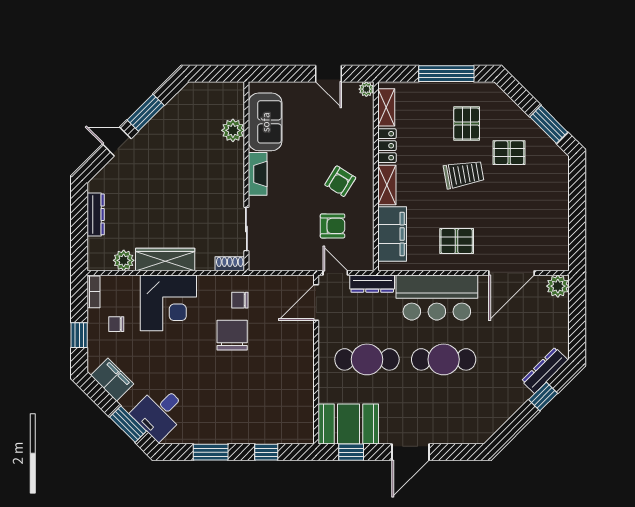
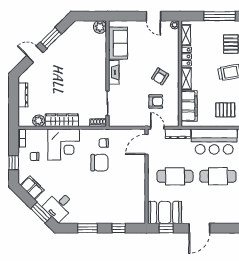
plant: (233, 130) -> (100, 27), moved
chair: (232, 335) -> (99, 163), turned 90

